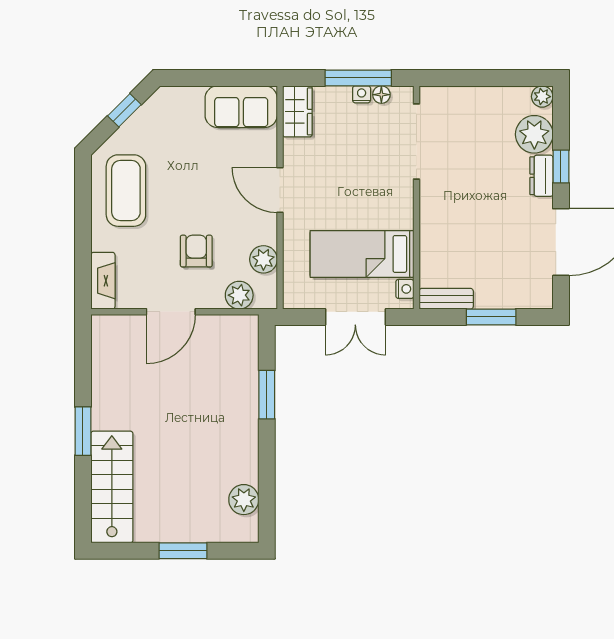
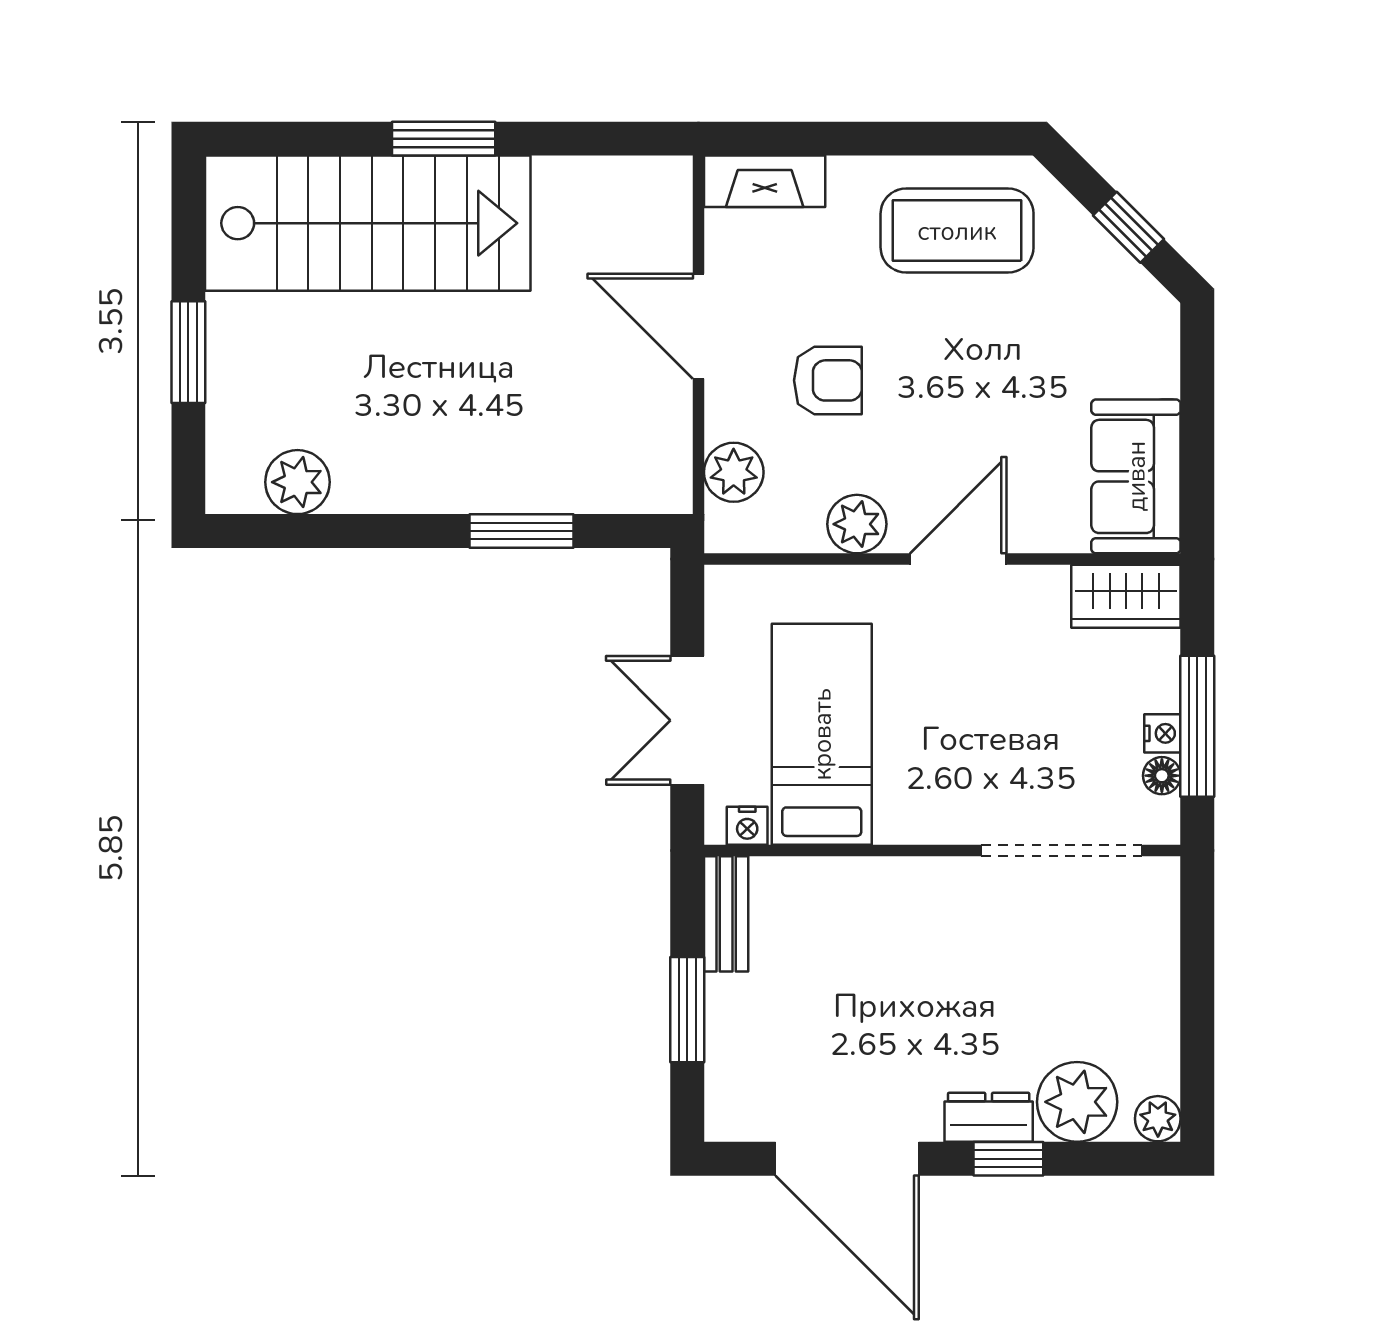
plant: (263, 259) -> (857, 524), moved
stairs: (112, 487) -> (368, 223), width x1.36, depth x1.51

